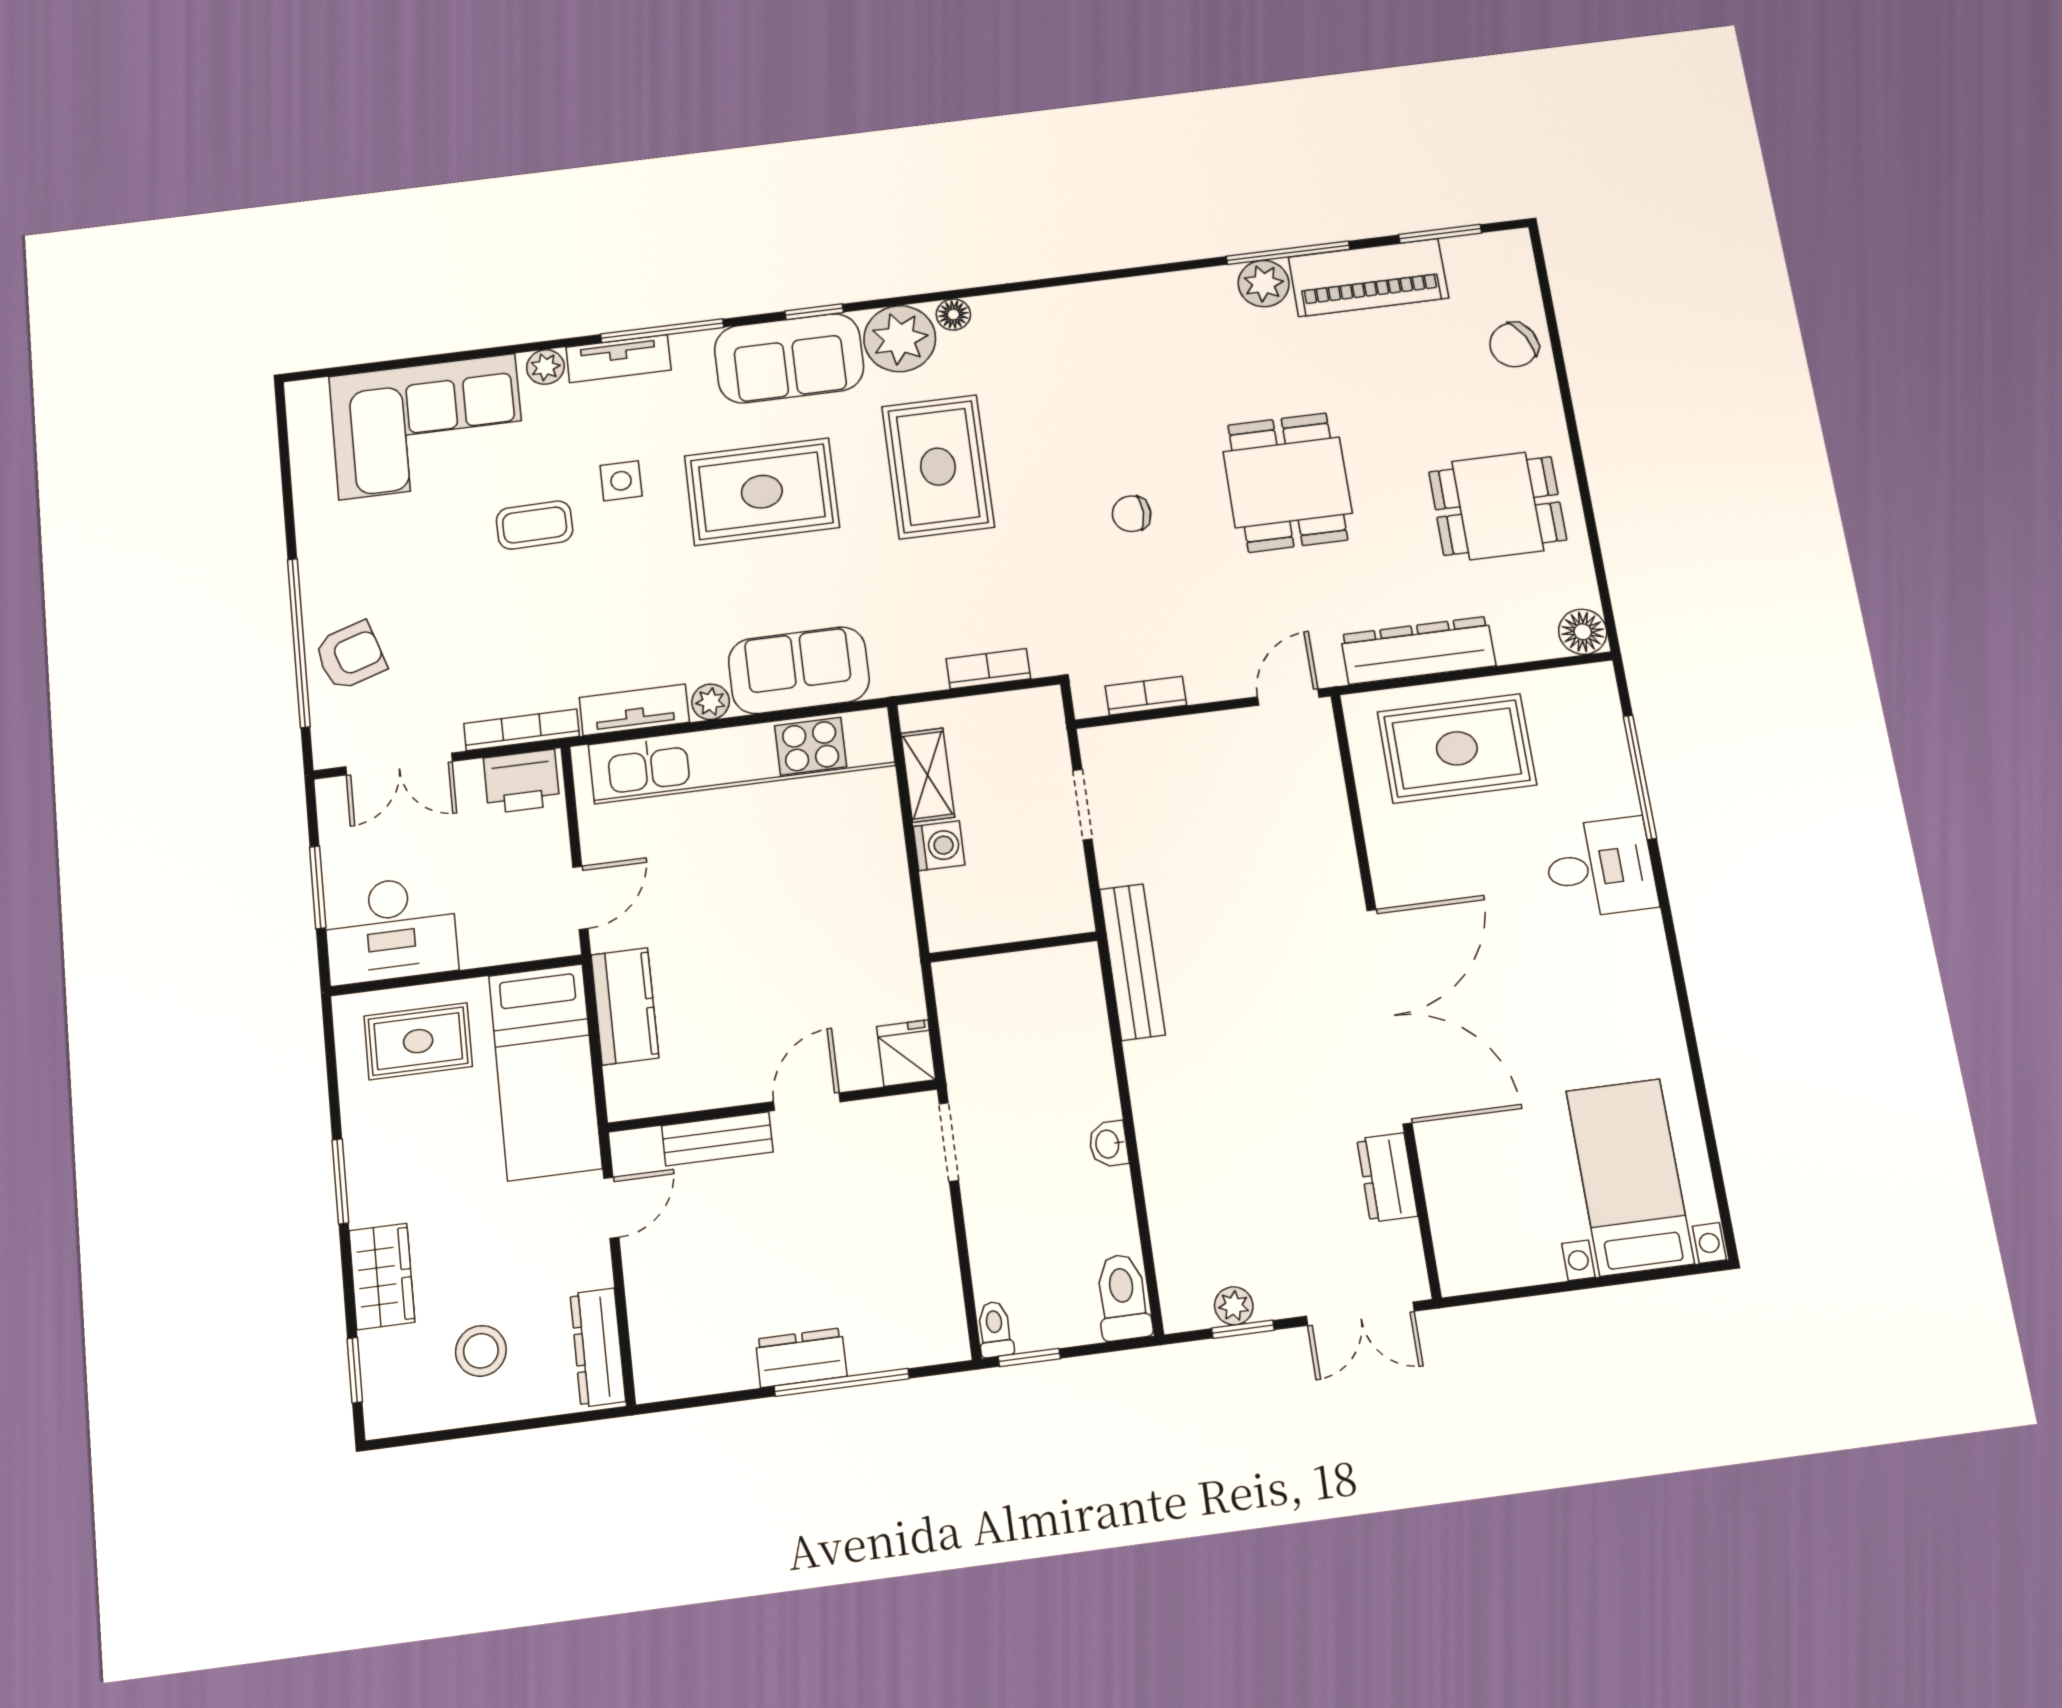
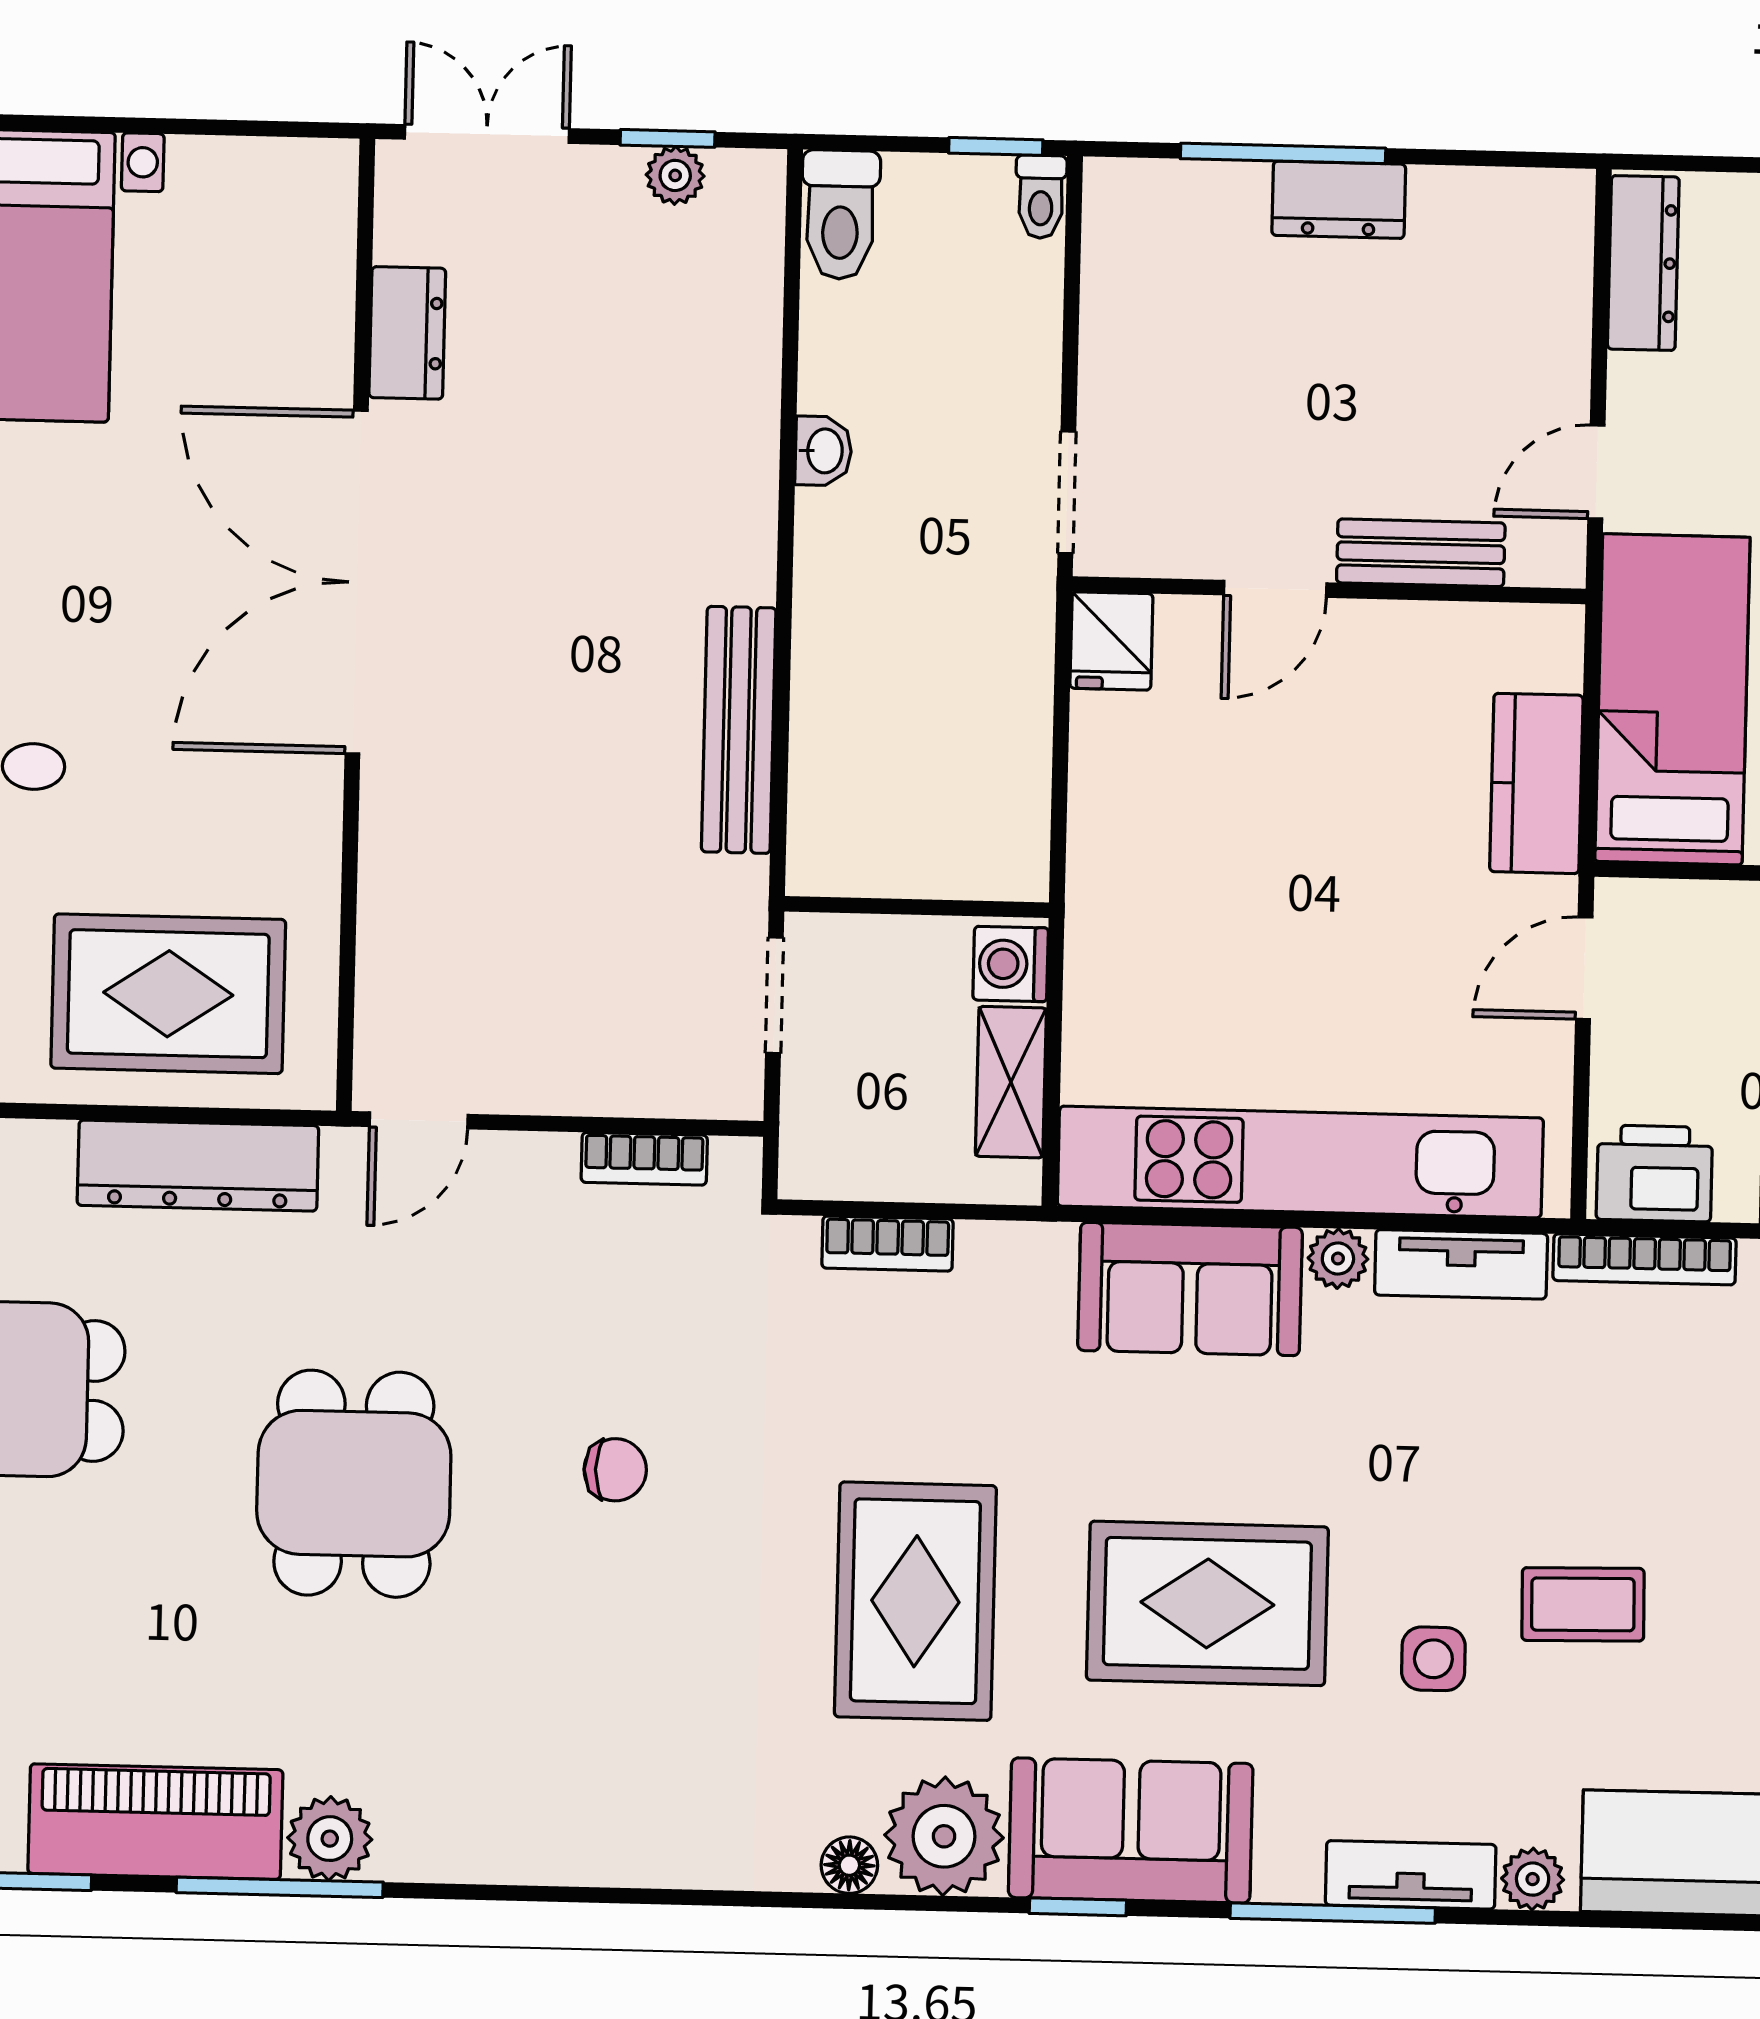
wall: (1013, 947) -> (917, 907), moved

